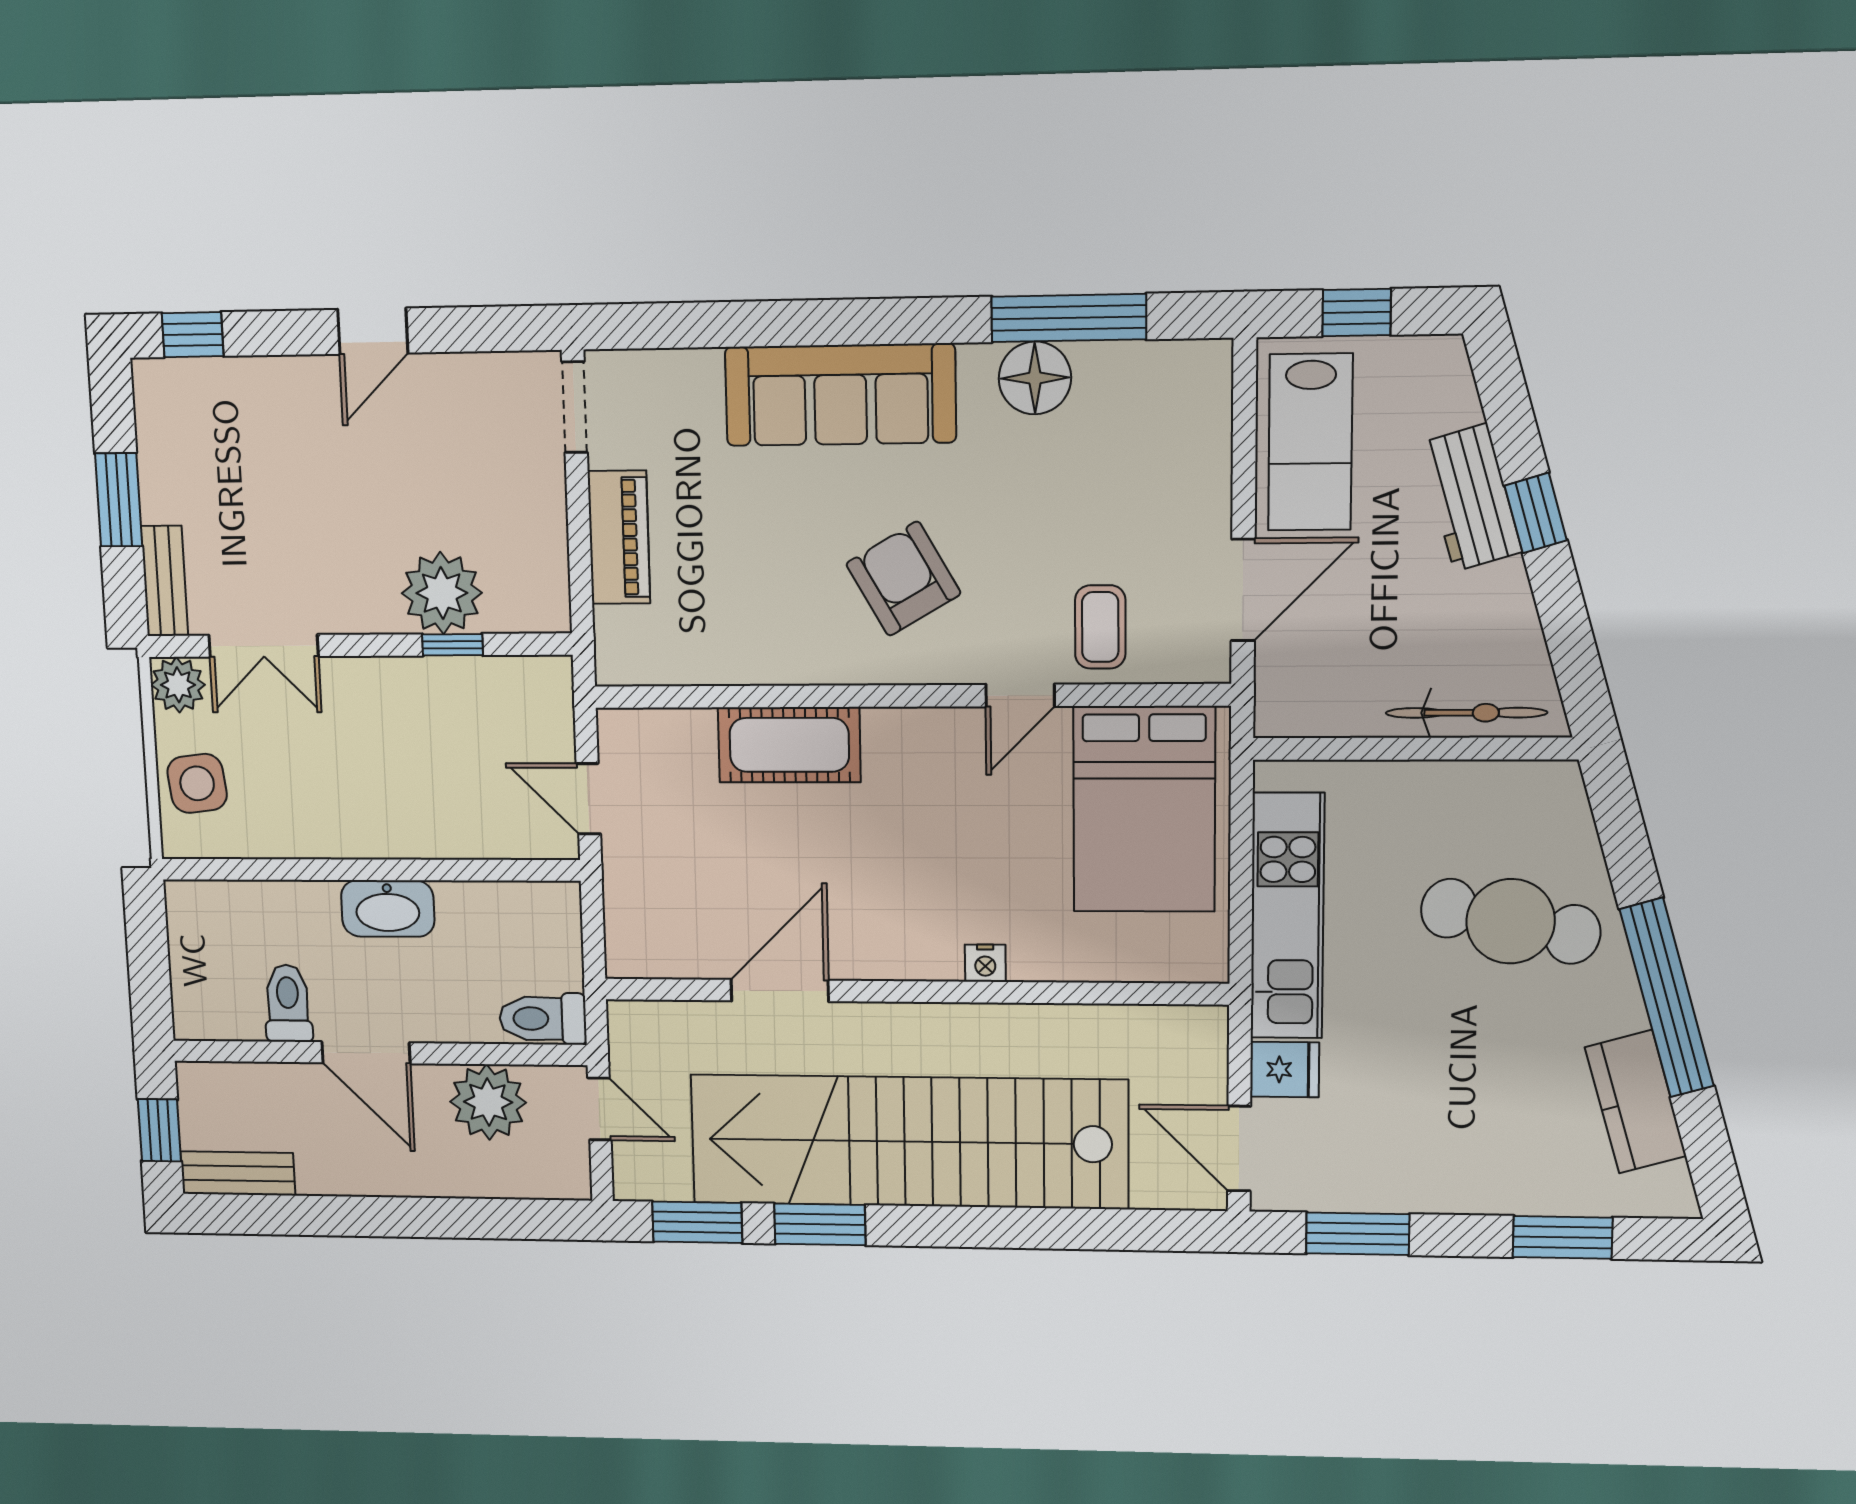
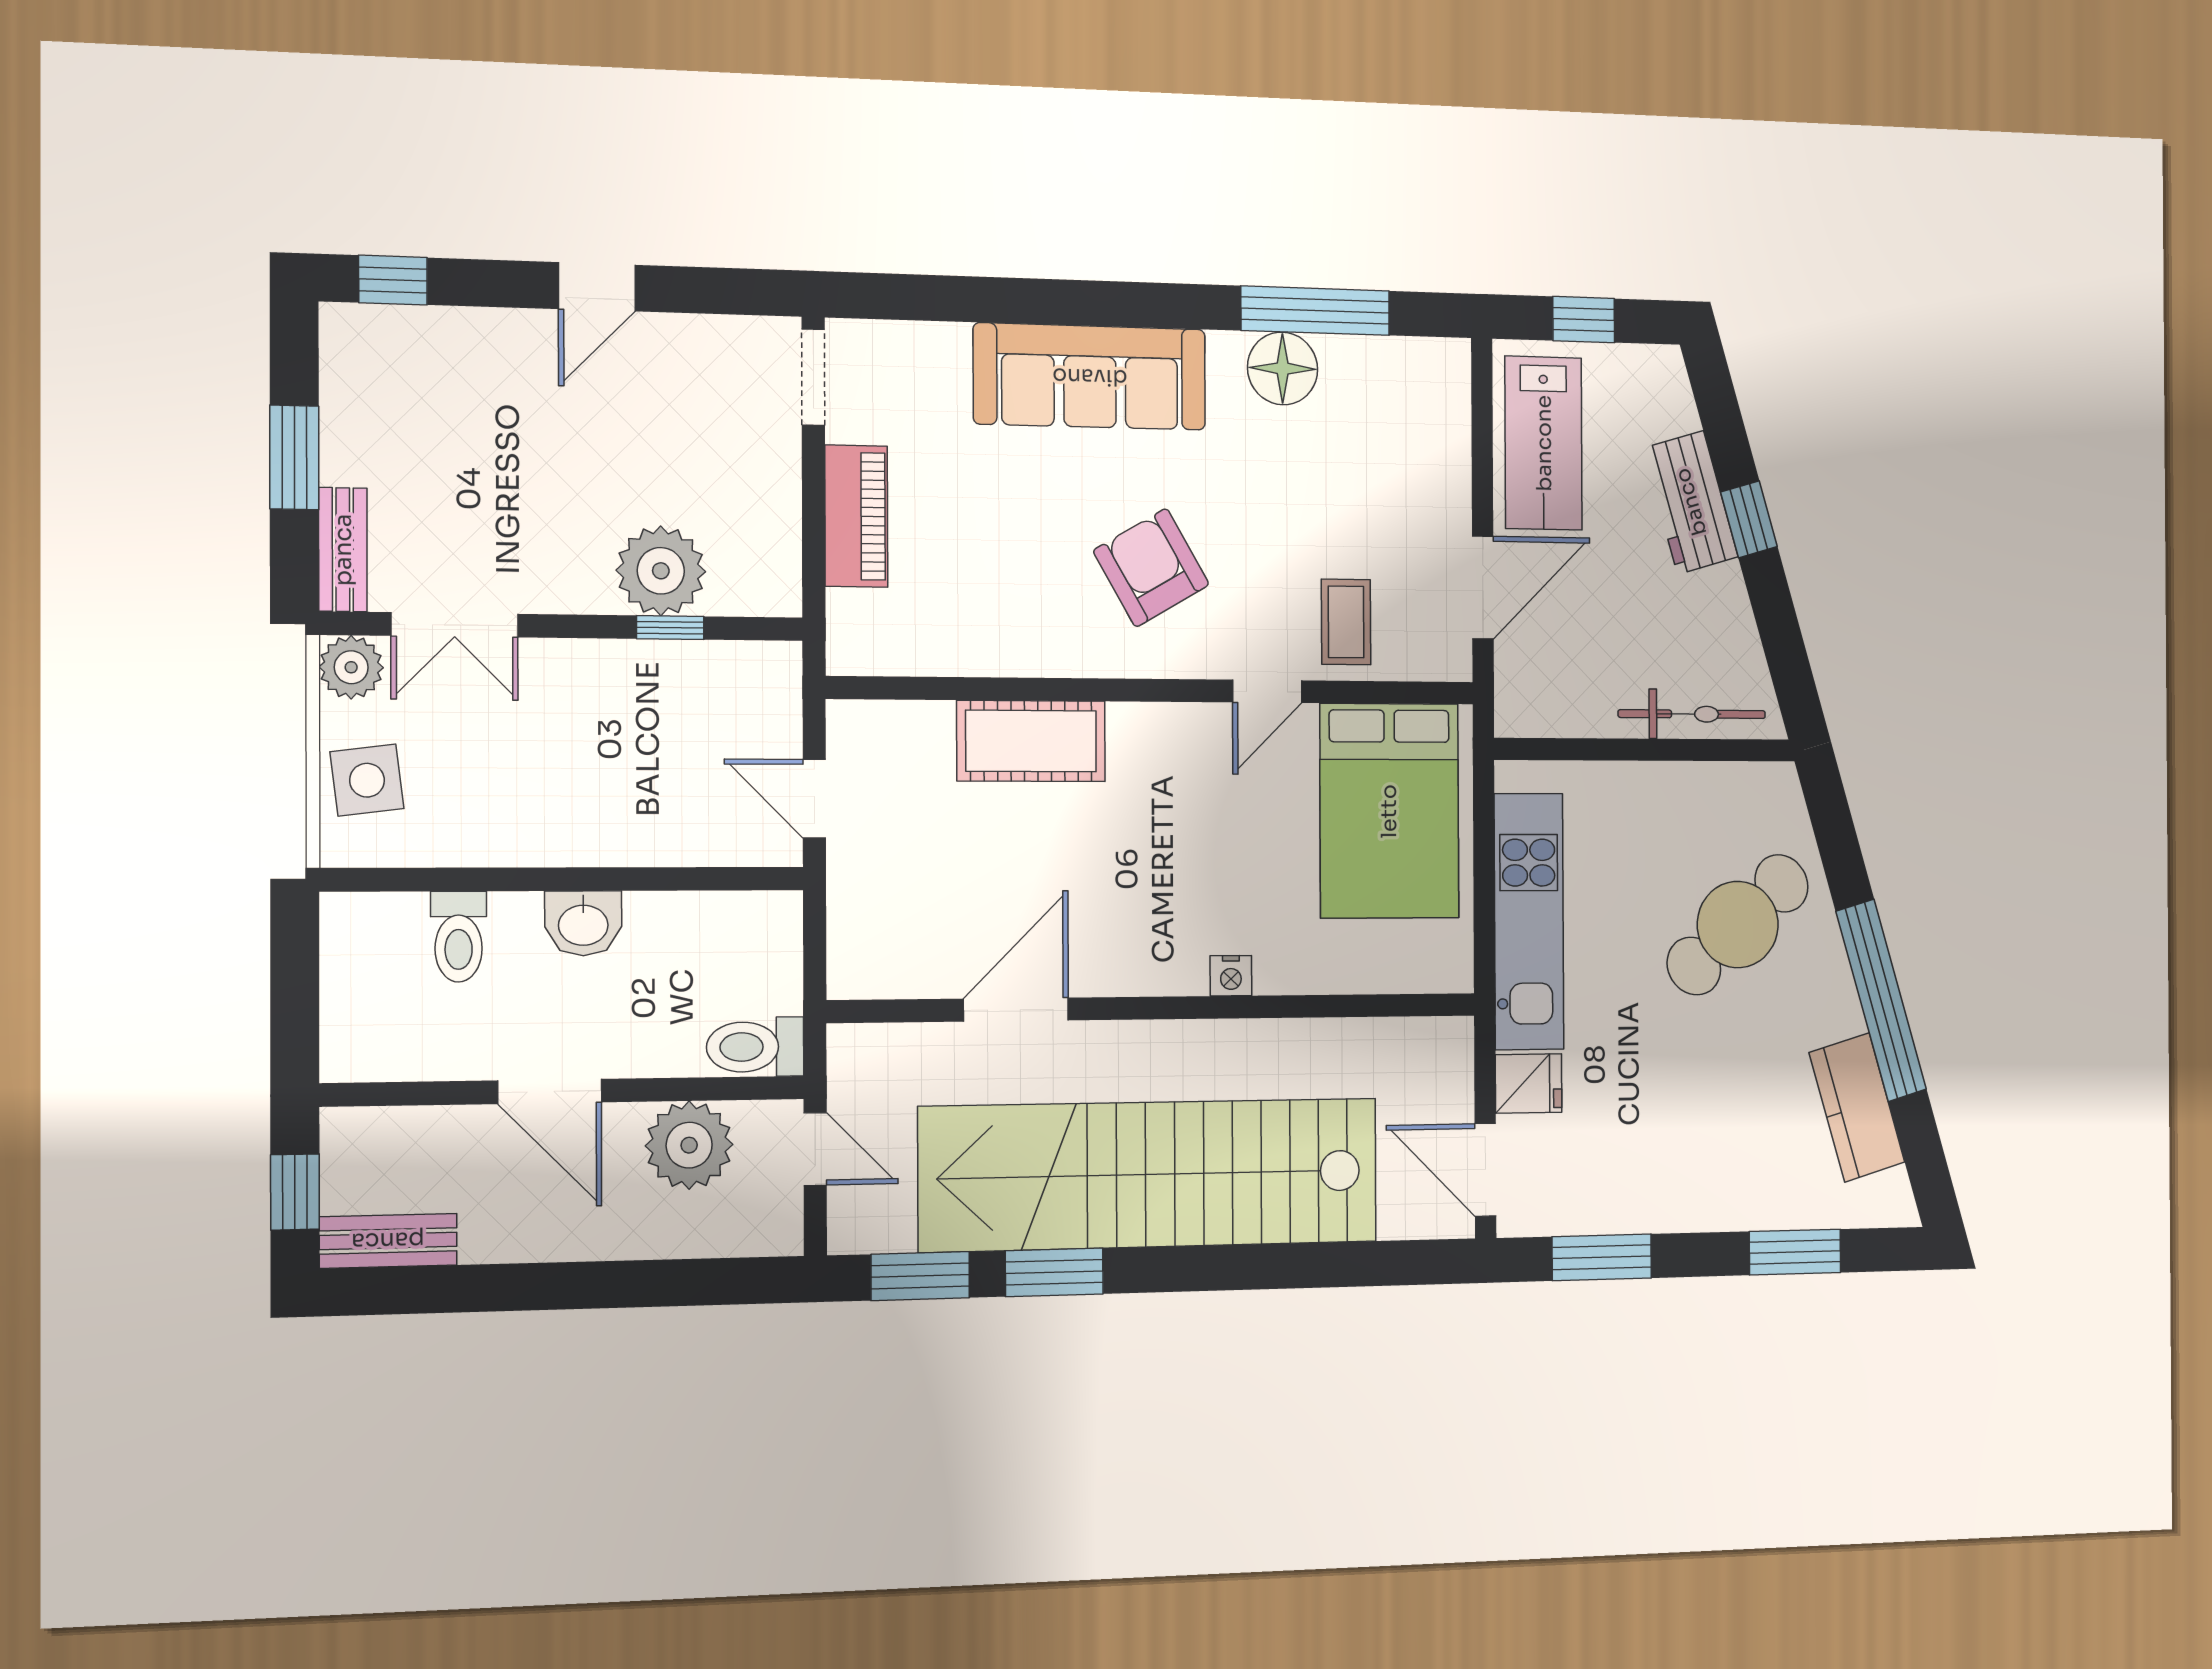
washbasin: (388, 908) -> (583, 923), width x0.72
cafe table: (1511, 921) -> (1738, 925), turned -53
toilet: (288, 1003) -> (459, 937), moved, turned 180

